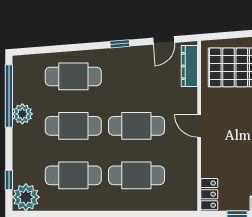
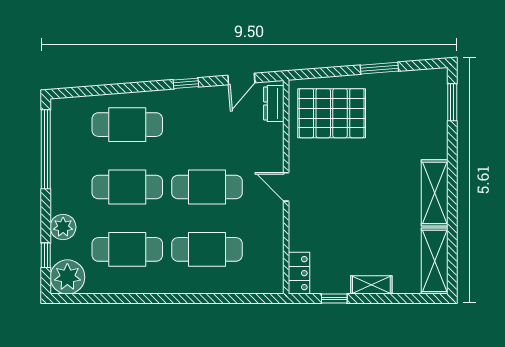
dresser: (189, 66) -> (274, 103), width x0.70
plant: (22, 114) -> (63, 227), moved

